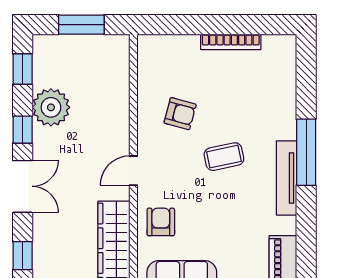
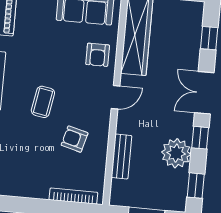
bookcase: (231, 42) -> (73, 196), moved
bench: (119, 97) -> (121, 157), added
coffee table: (224, 157) -> (43, 102), turned -68

